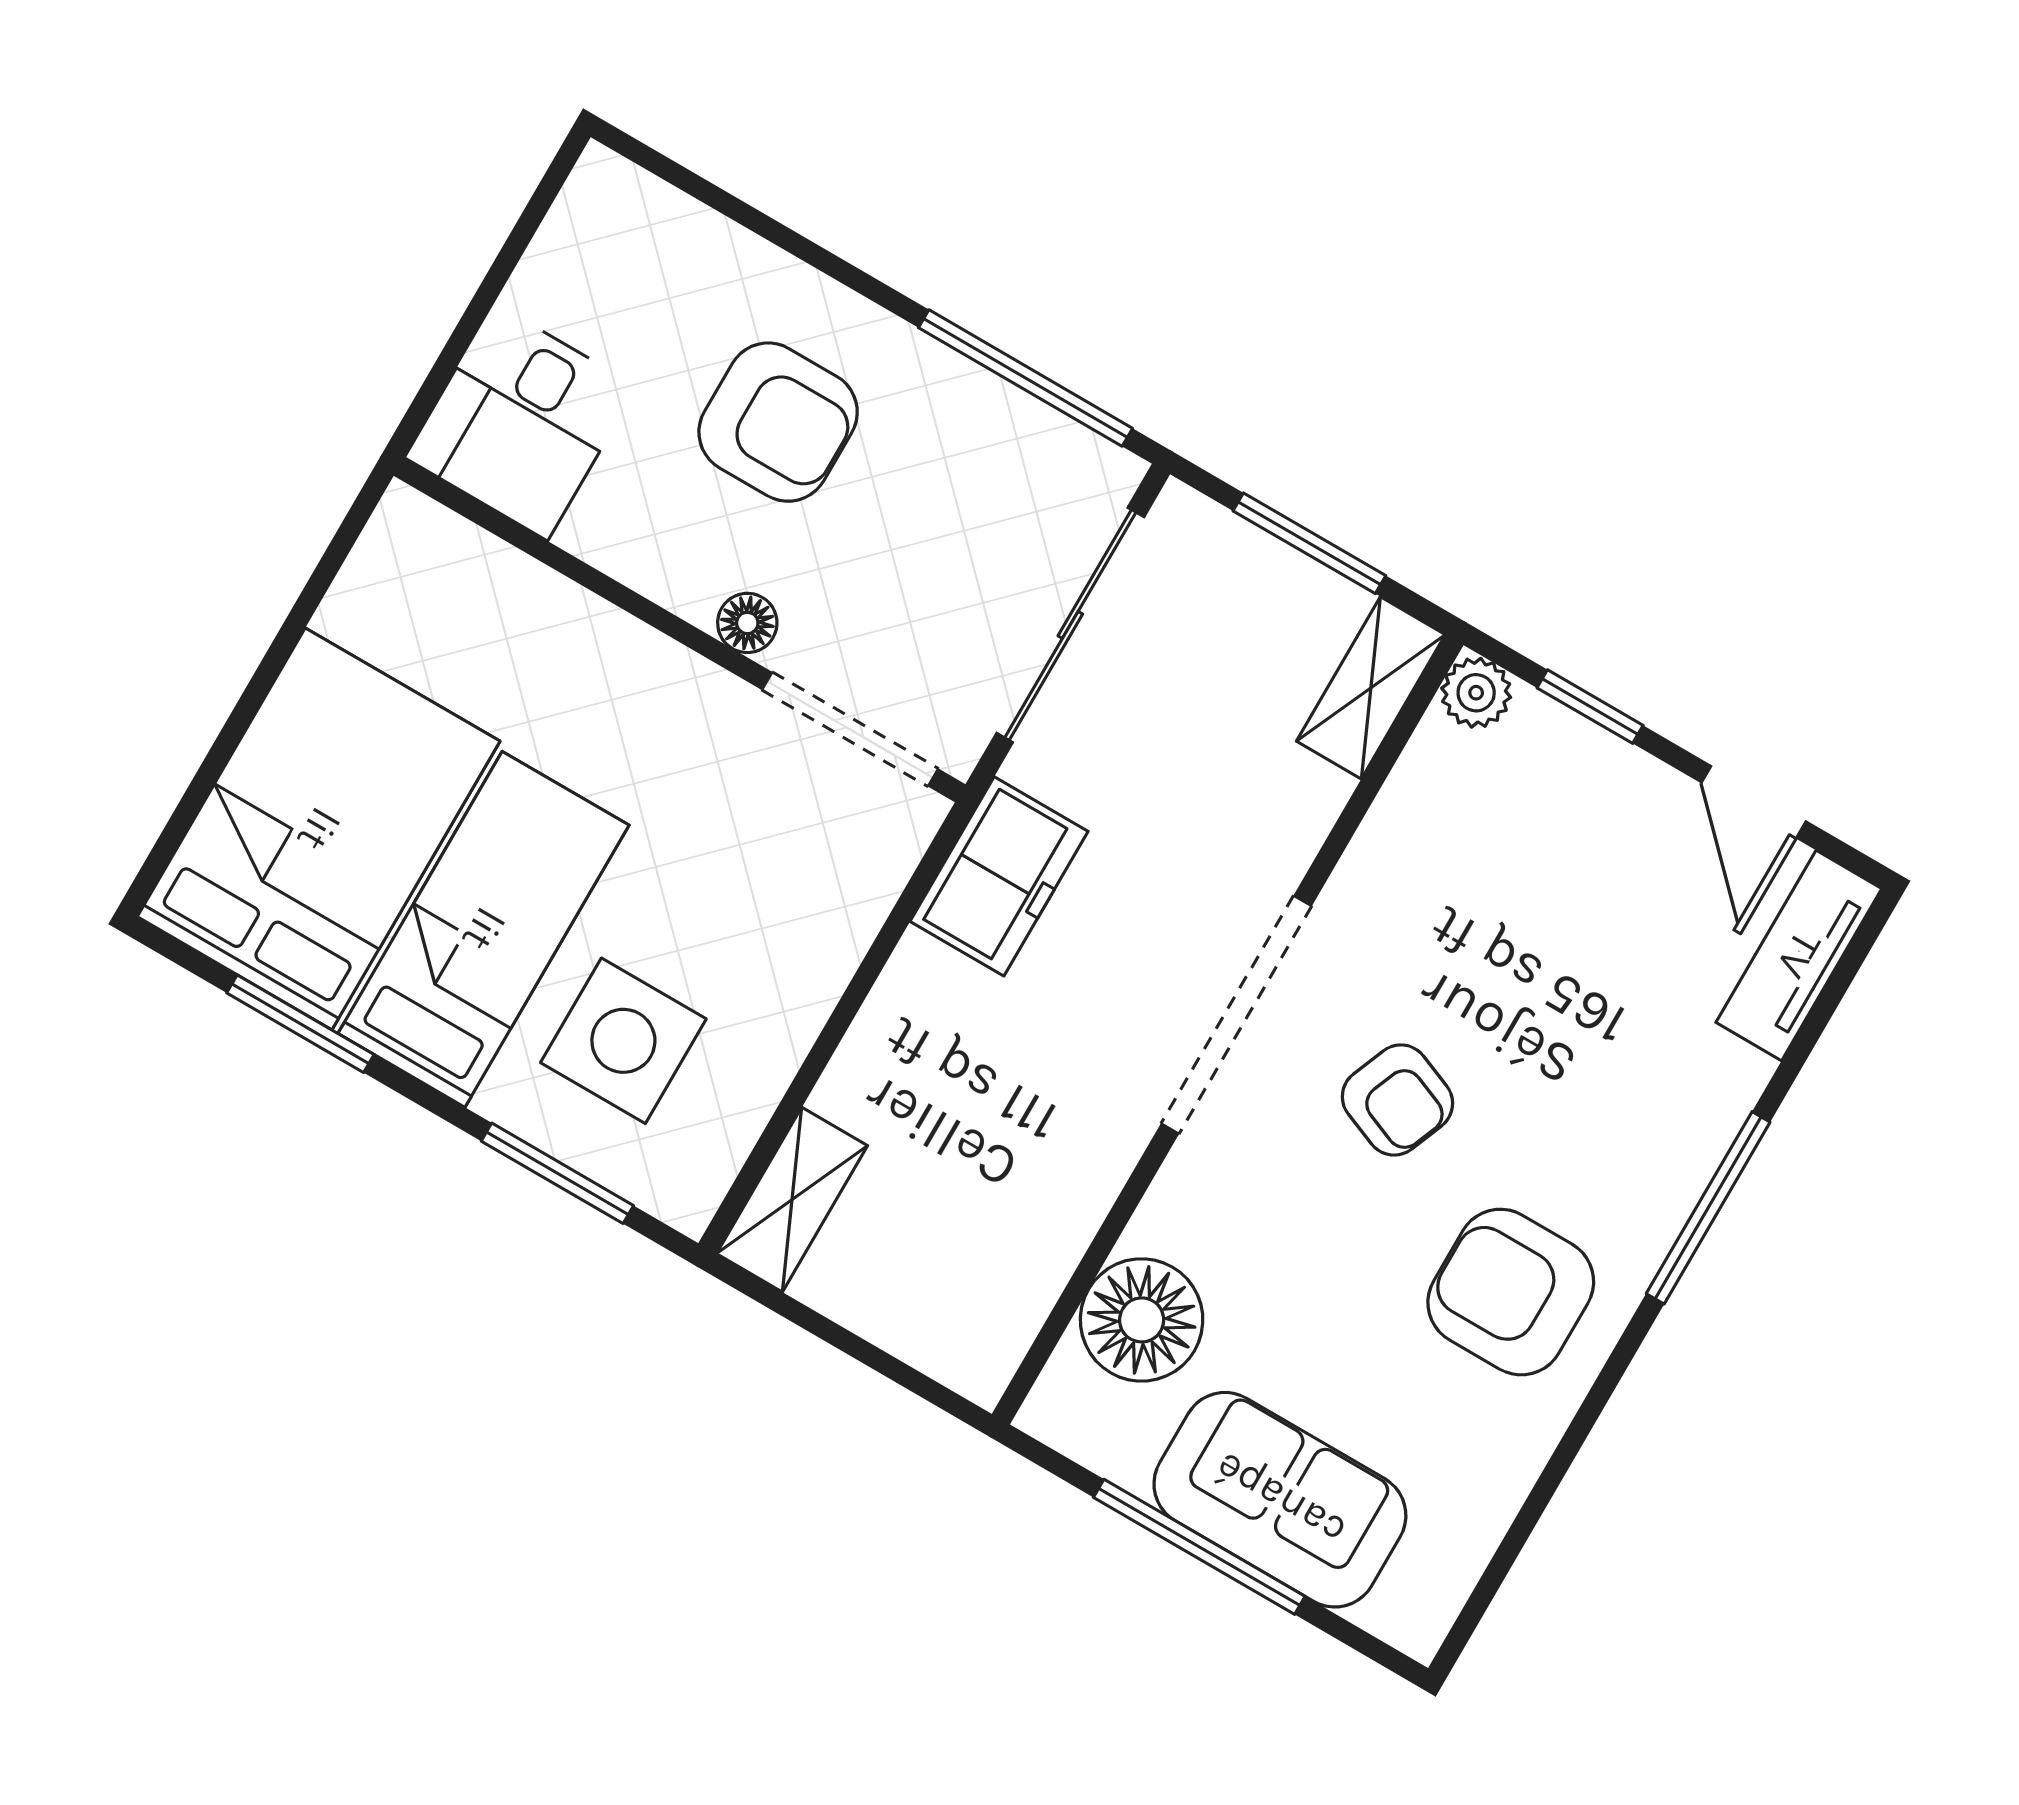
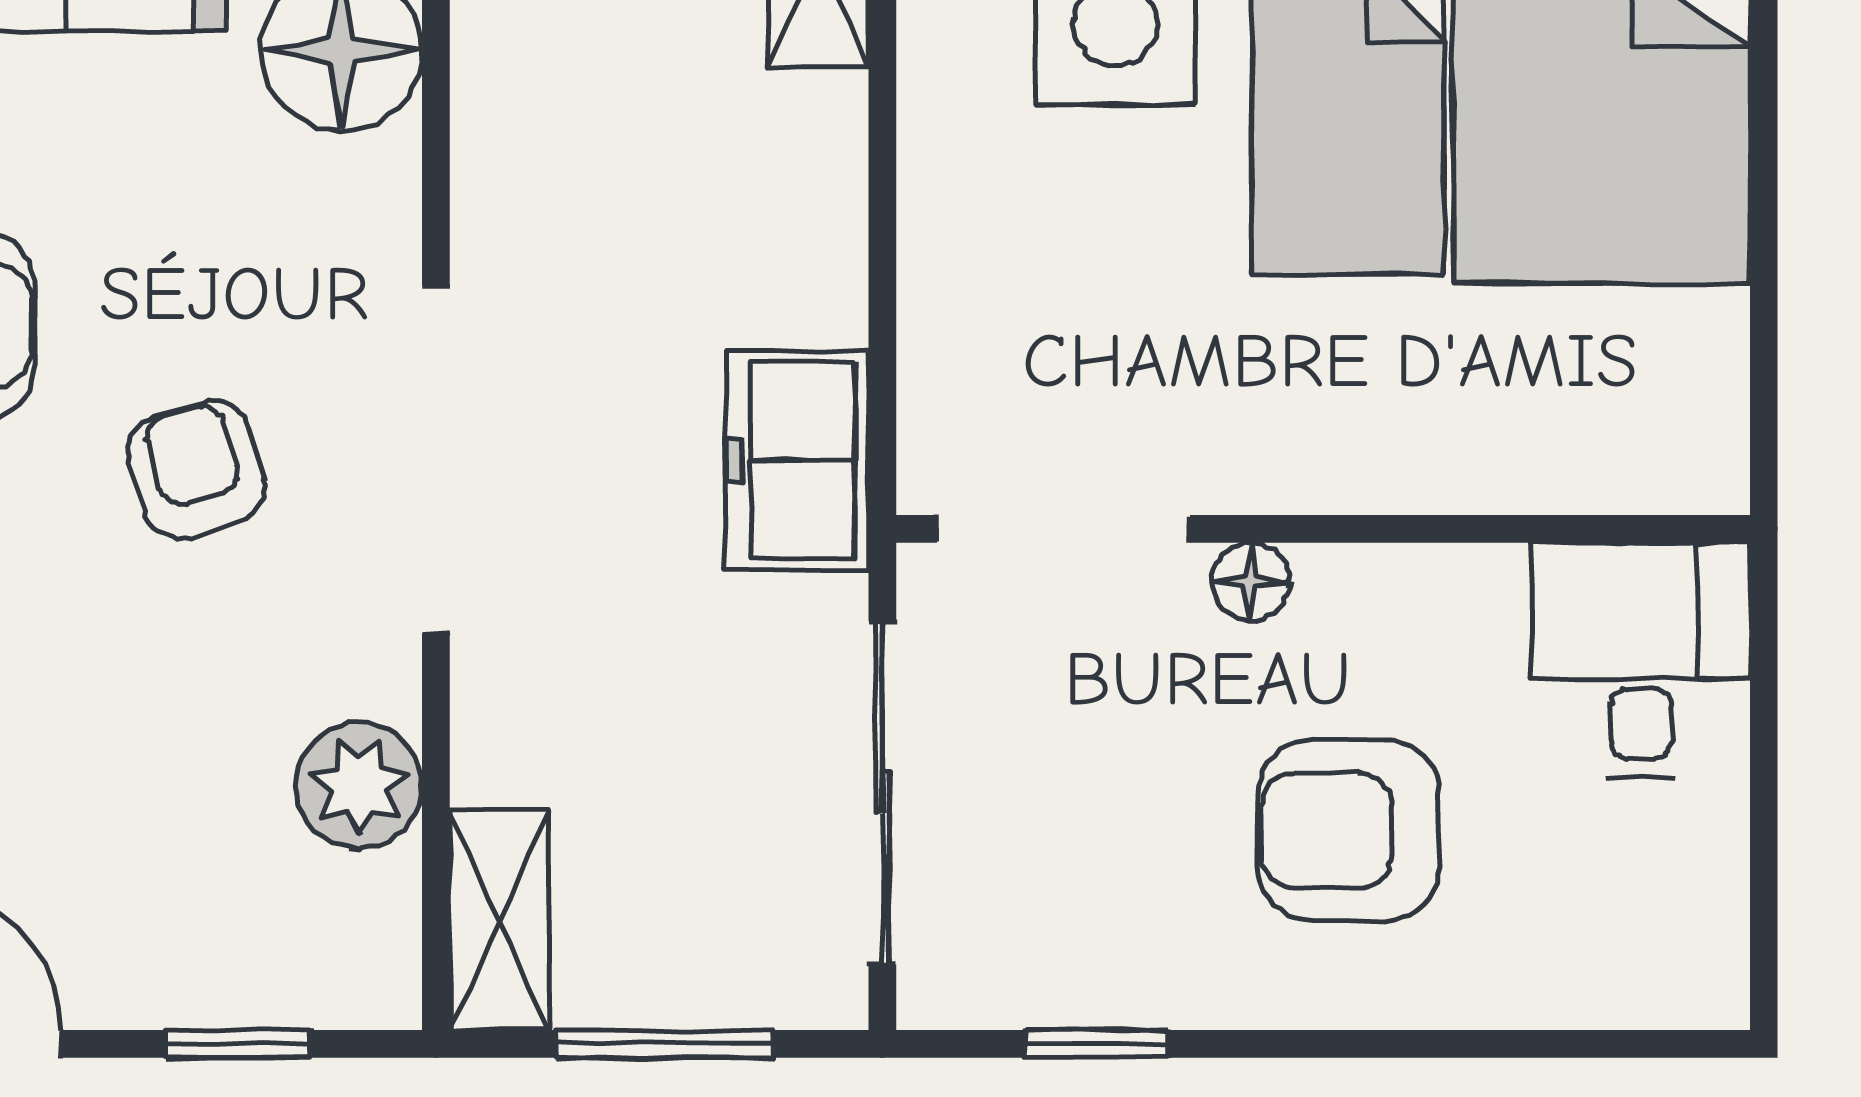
window: (1025, 378) -> (1097, 1044), width x0.46
plant: (1476, 693) -> (359, 786), moved, width x1.38, depth x1.38
armchair: (1397, 1100) -> (196, 469), turned 51

